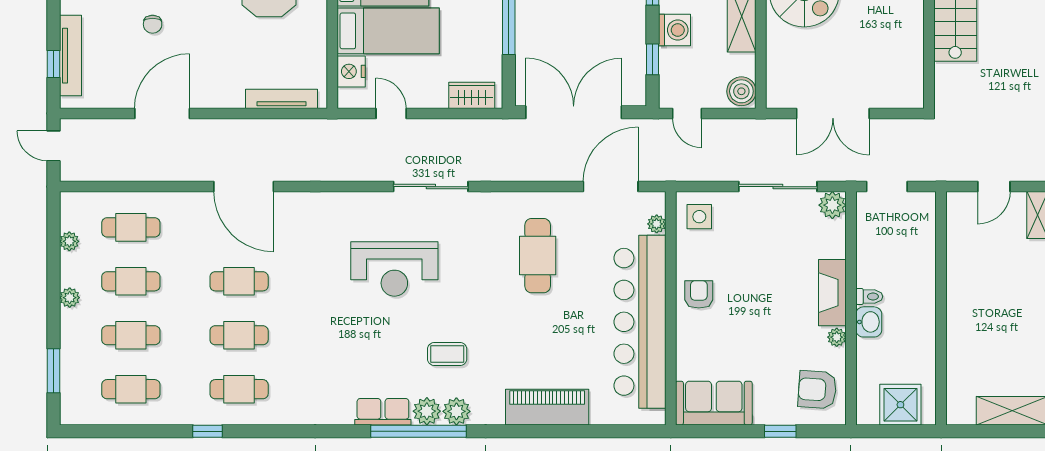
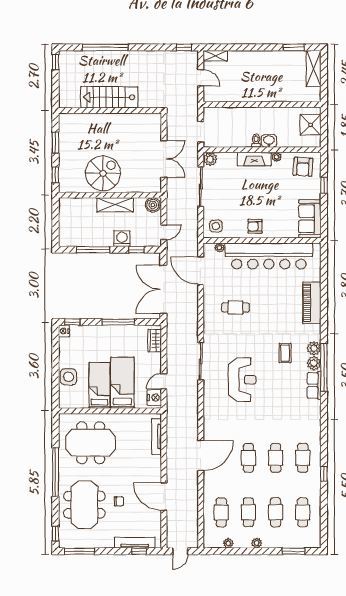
nightstand: (351, 71) -> (154, 398), moved, turned -90
cafe table: (538, 256) -> (235, 308), width x0.73, depth x0.74

